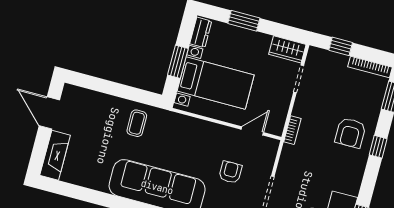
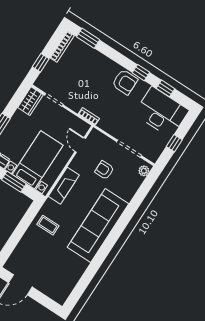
armchair: (350, 133) -> (125, 82), moved
window: (378, 147) -> (141, 73), moved
fireplace: (55, 155) -> (64, 186), moved, turned 90

